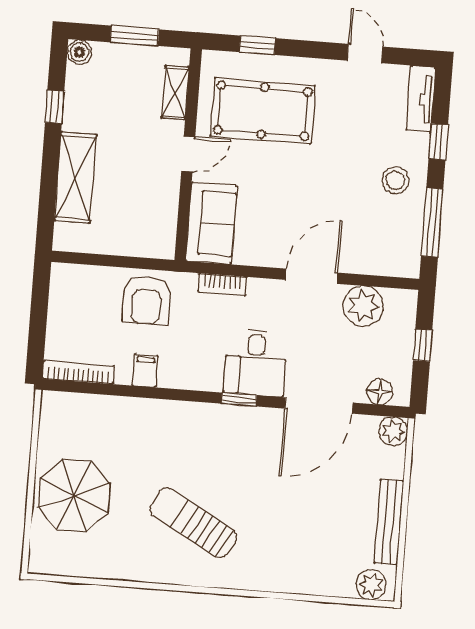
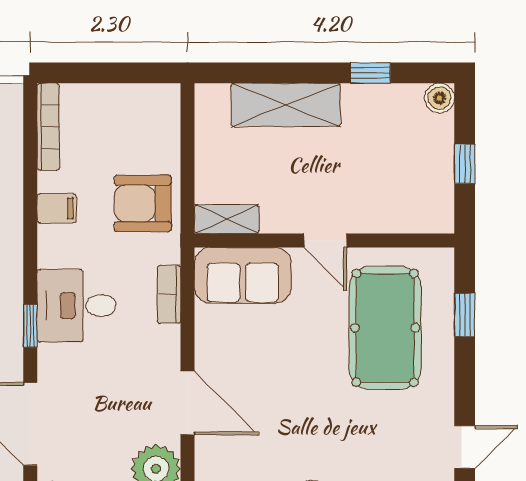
window: (135, 36) -> (465, 164), width x0.67
shelving: (175, 93) -> (227, 219), moved
desk: (255, 363) -> (76, 306), moved

